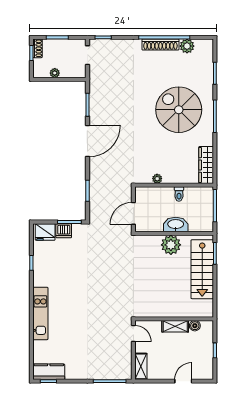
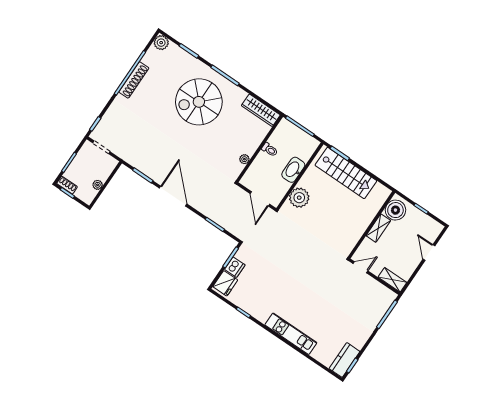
plant: (187, 46) -> (161, 43), moved
plant: (171, 245) -> (299, 198), moved
boiler: (195, 326) -> (395, 210), width x1.86, depth x1.86

